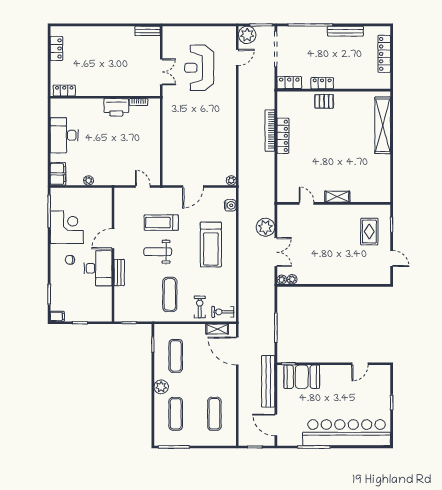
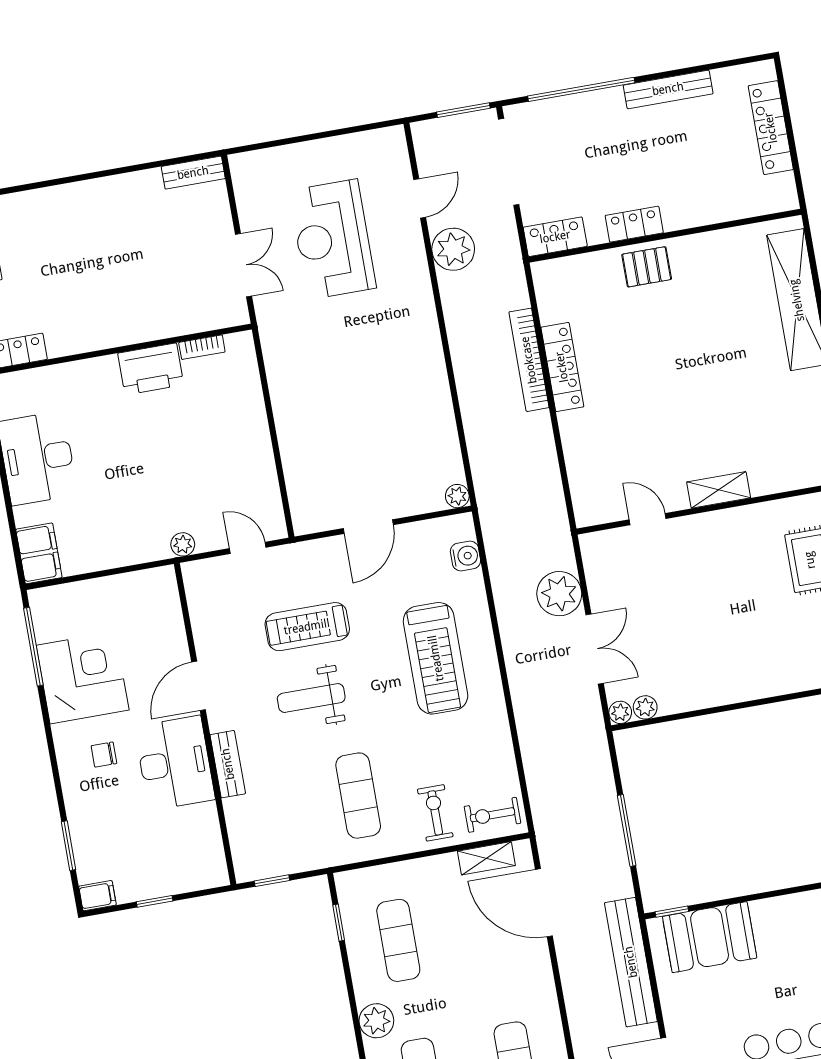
plant: (247, 35) -> (453, 249), moved
plant: (88, 180) -> (183, 544), moved

